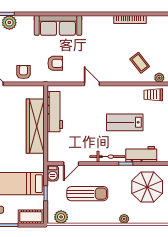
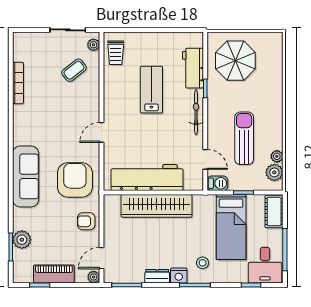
armchair: (55, 63) -> (75, 180), width x1.88, depth x1.88
workbench: (55, 112) -> (147, 178), width x1.36, depth x1.32
lab bench: (125, 122) -> (151, 90), turned 180
plant: (124, 219) -> (277, 156), moved

